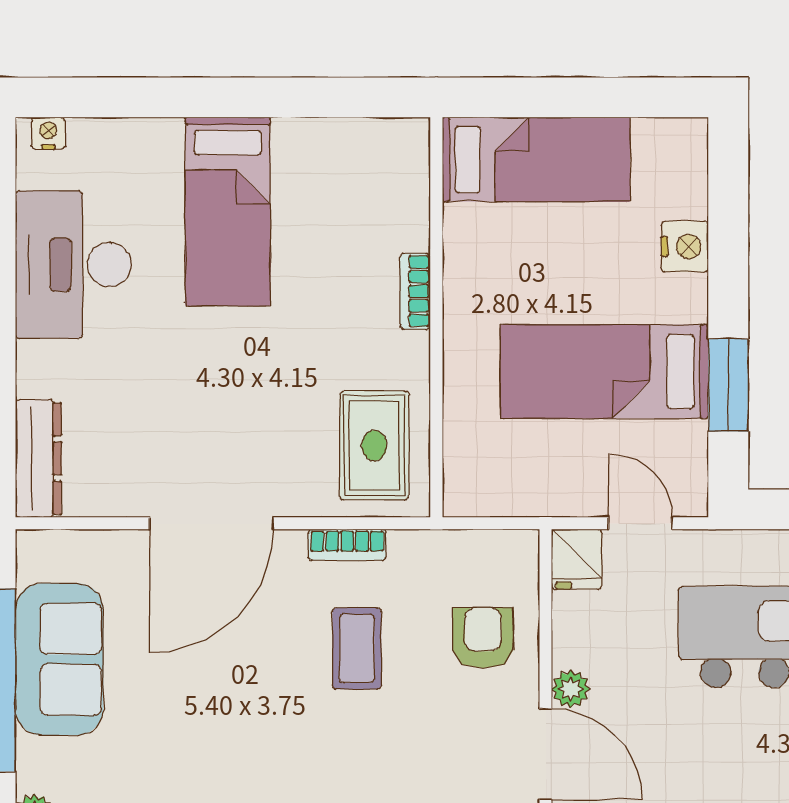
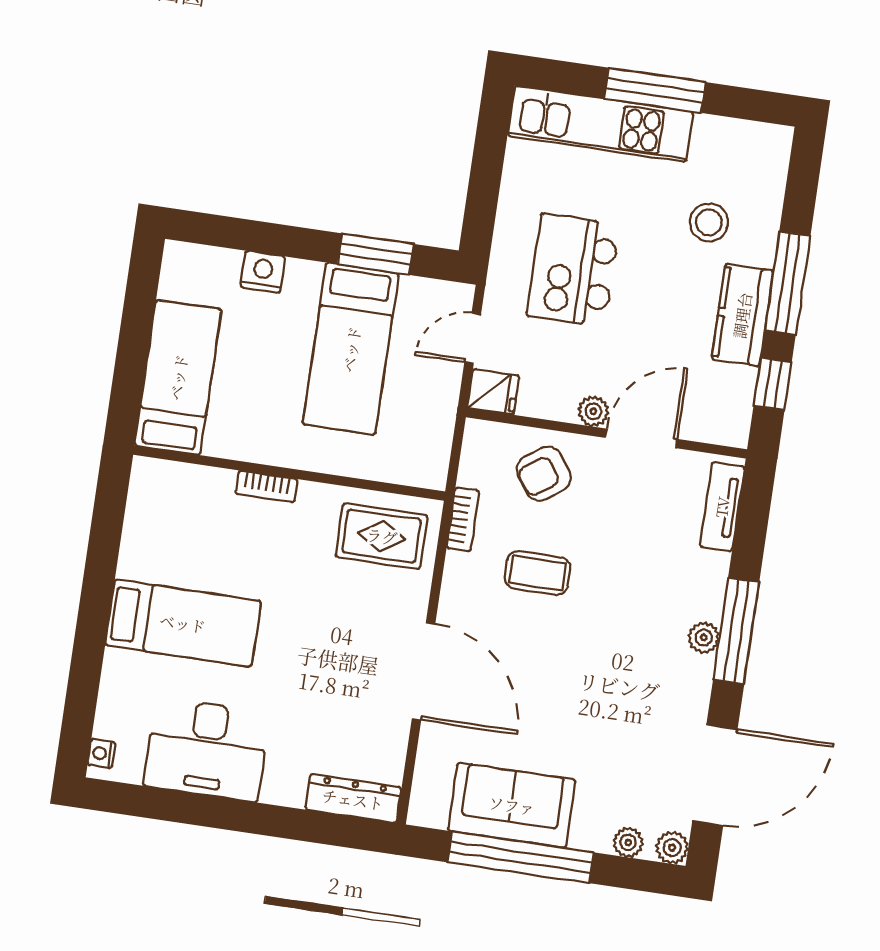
bookcase: (347, 545) -> (463, 520), moved
armchair: (483, 638) -> (544, 474), turned -36

